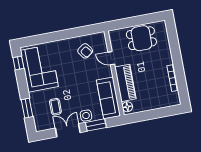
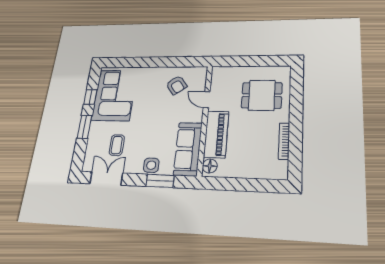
dining table: (141, 38) -> (262, 95), moved
window: (18, 63) -> (90, 97), moved
window: (27, 108) -> (85, 127), moved
double door: (68, 130) -> (106, 178), moved

